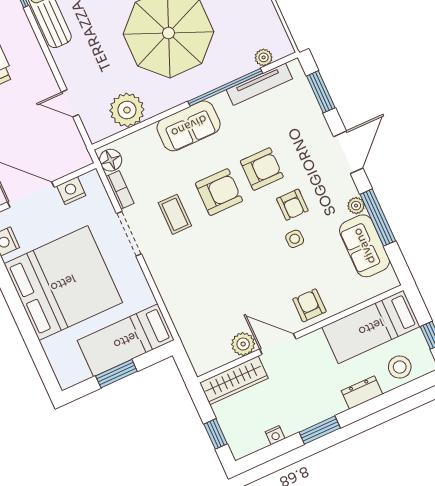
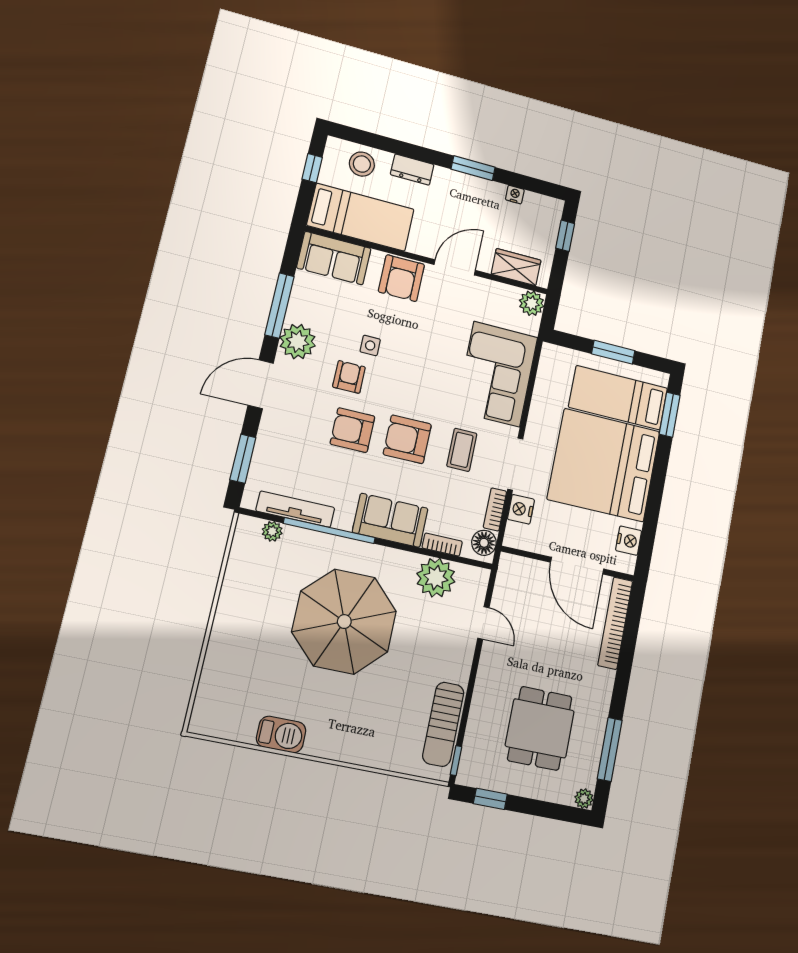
bookcase: (140, 136) -> (442, 545), added
nightstand: (71, 191) -> (521, 509), moved, turned 90
plant: (356, 206) -> (298, 341), width x1.87, depth x1.87
sofa: (364, 246) -> (334, 258), moved, turned 90
corner sofa: (190, 289) -> (497, 374), added
armchair: (309, 305) -> (401, 278), width x1.38, depth x1.38
bed: (126, 340) -> (618, 398), moved, turned 180
plant: (243, 344) -> (532, 303), moved
door: (278, 344) -> (455, 267), swing flipped
window: (40, 360) -> (670, 415), added
wardrobe: (234, 380) -> (516, 267), width x0.67

